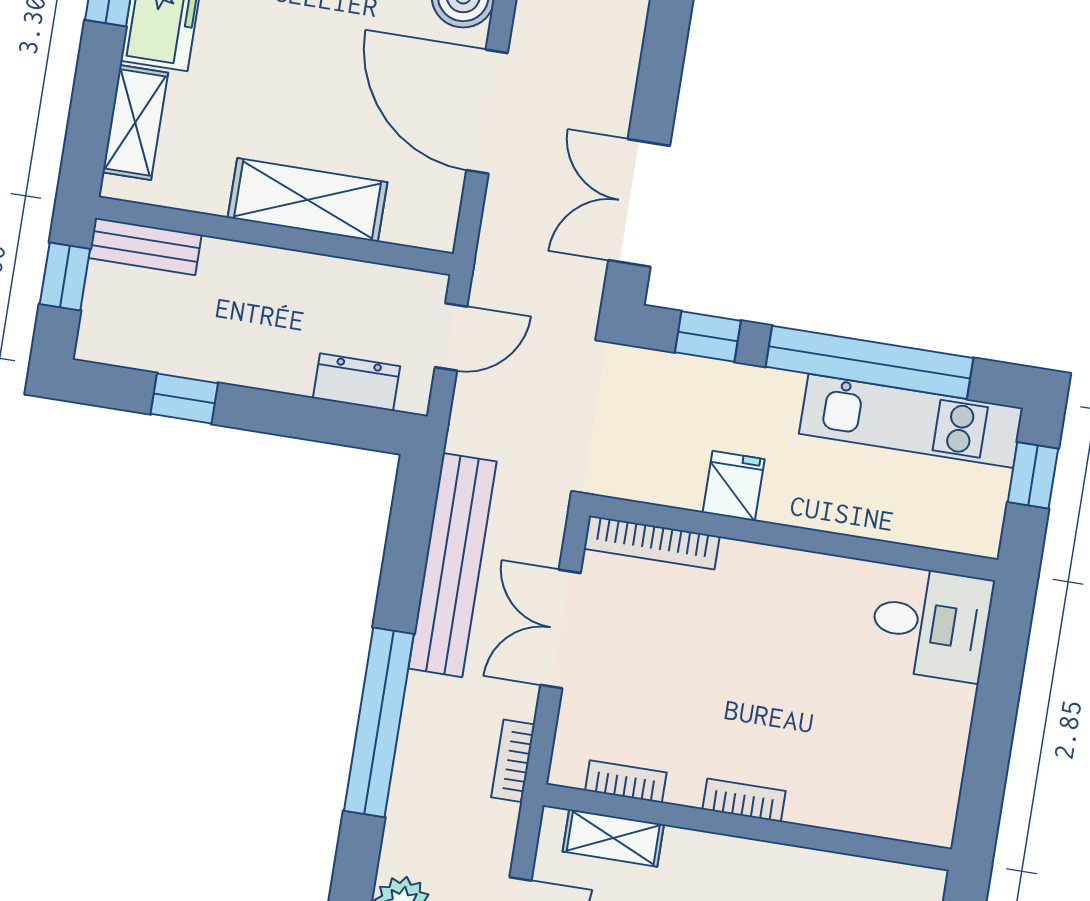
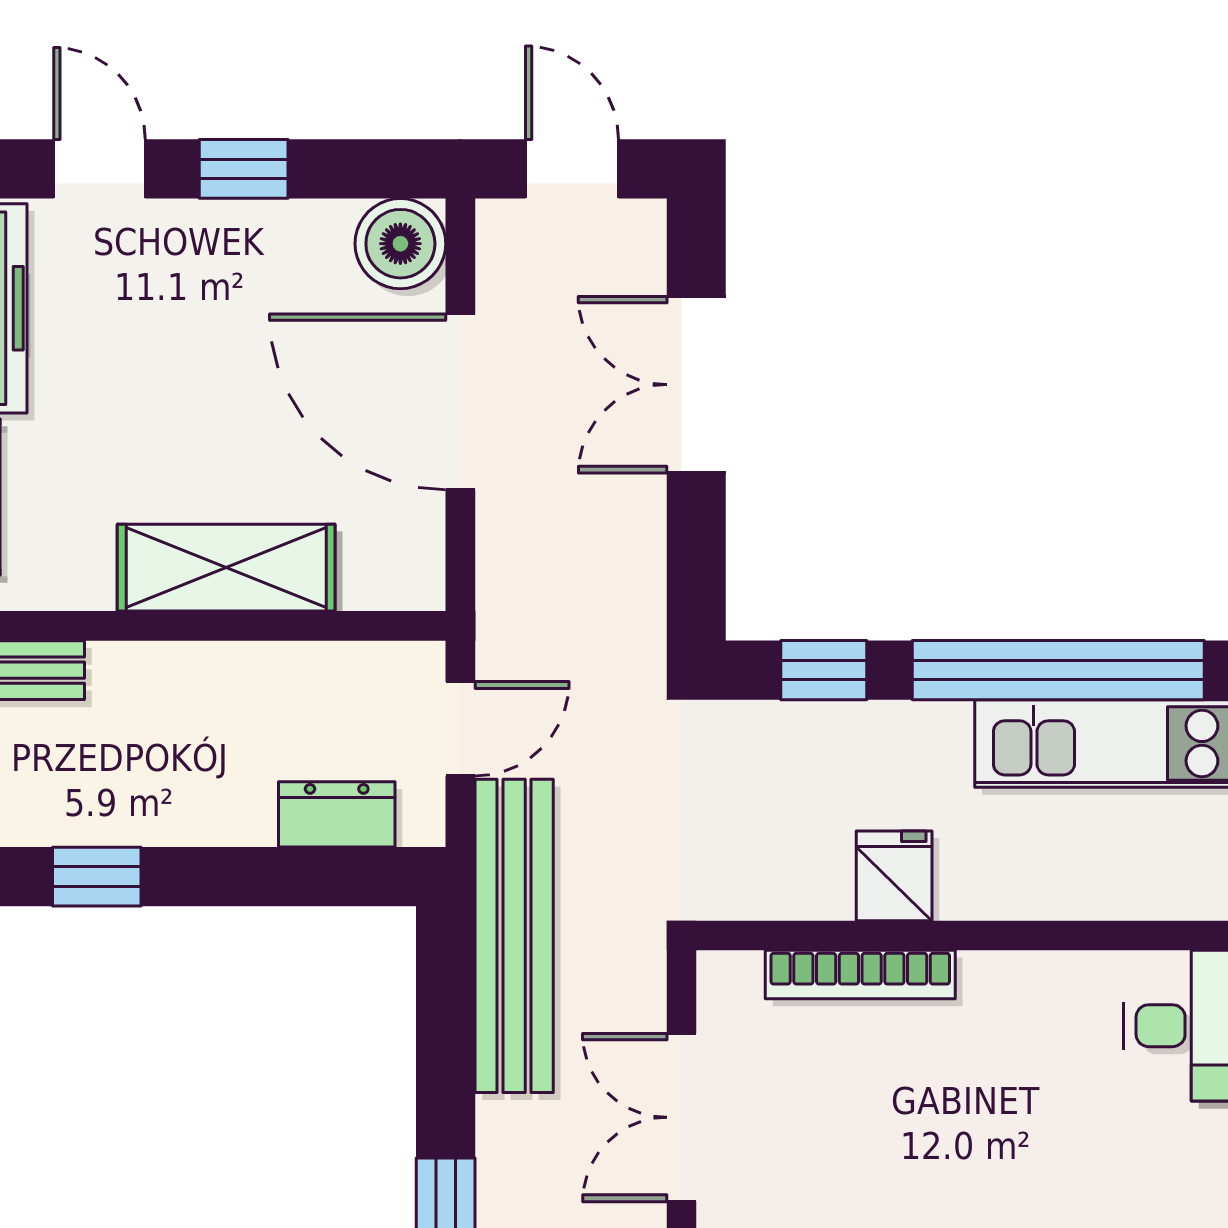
double door: (639, 203) -> (696, 385), moved
bookcase: (652, 543) -> (860, 975), moved
bench: (452, 565) -> (514, 936), moved

